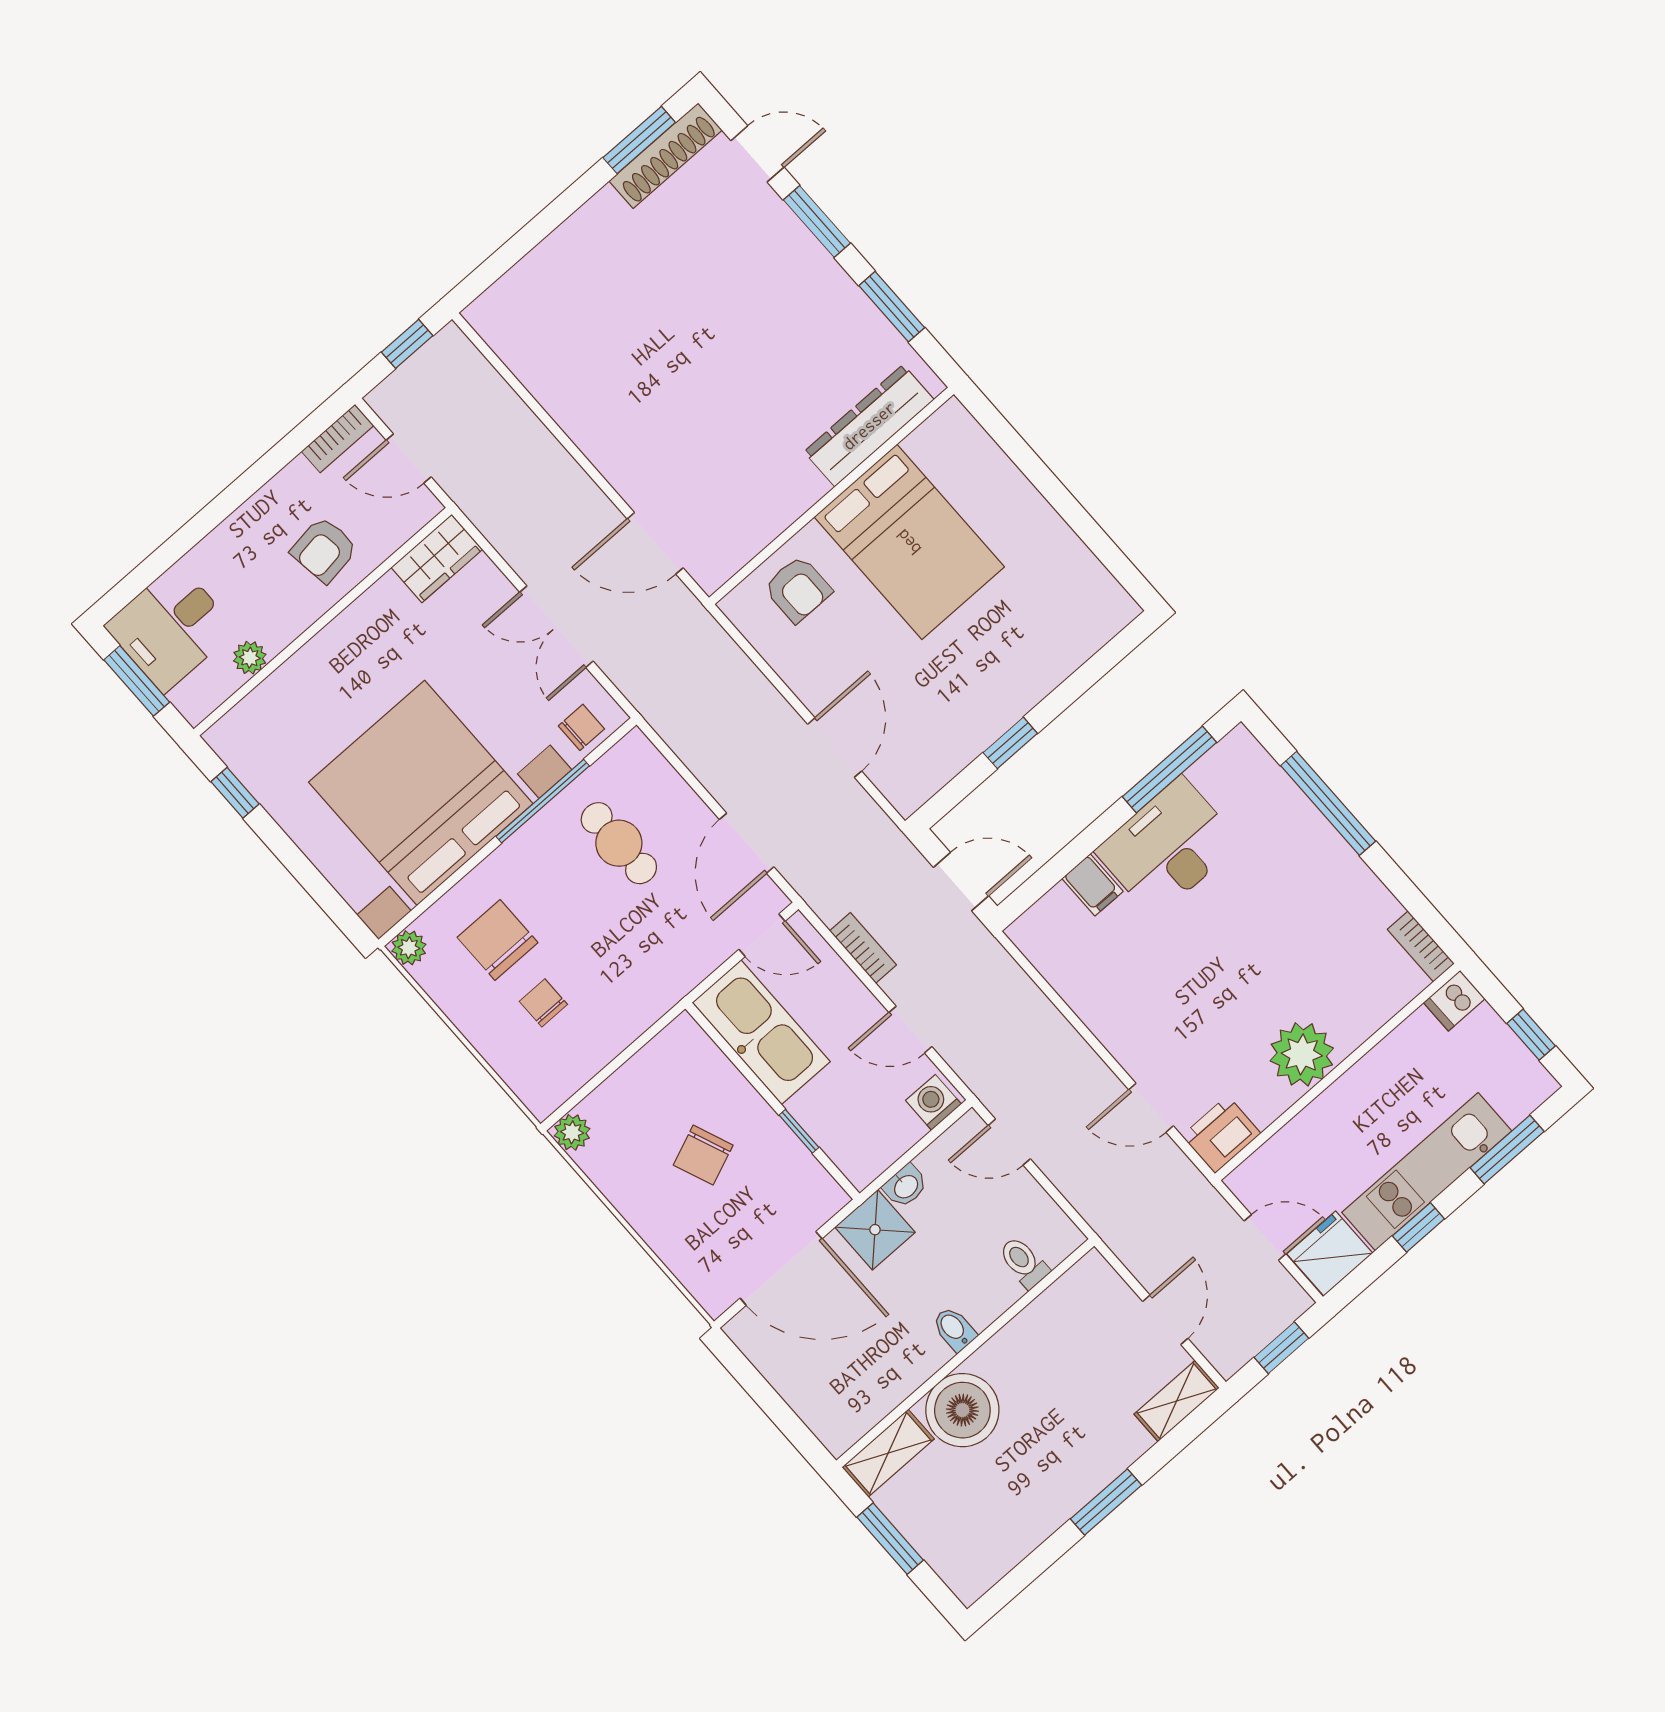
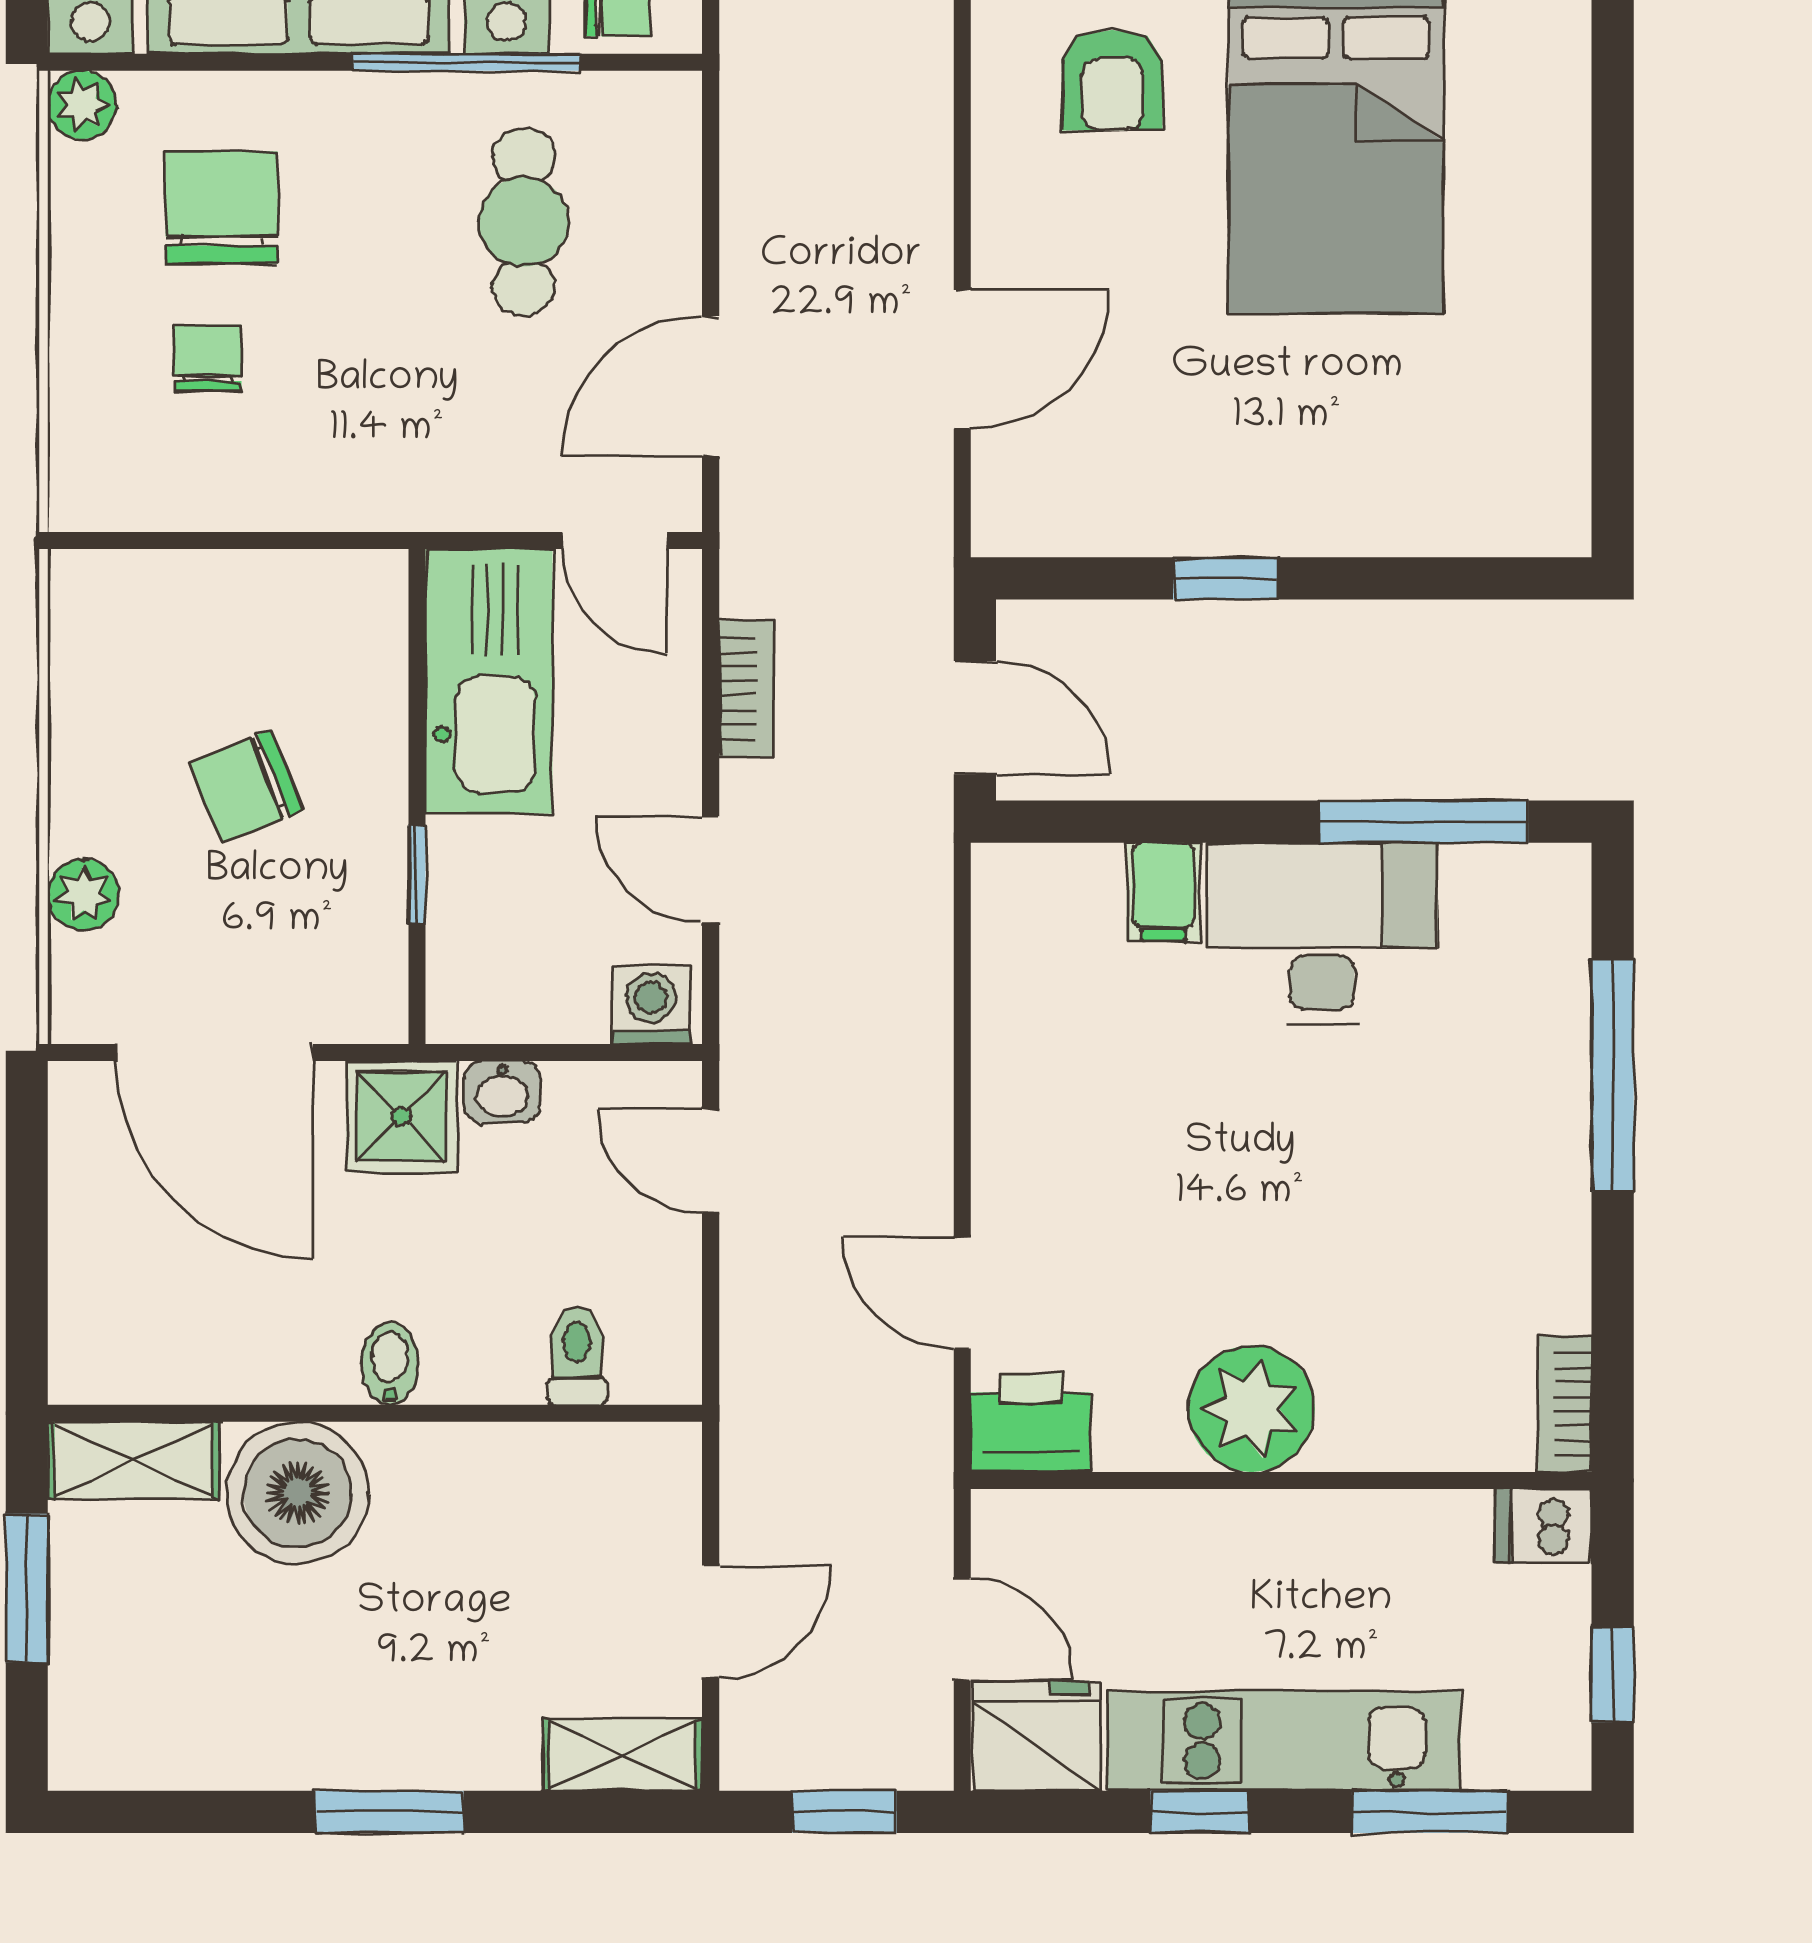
plant: (572, 1132) -> (83, 894), moved

